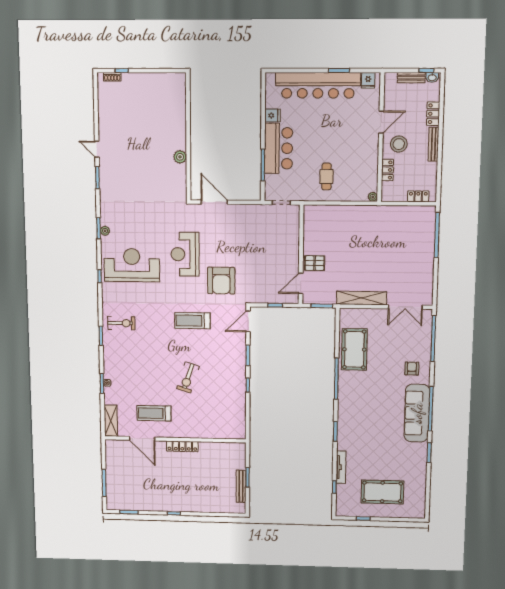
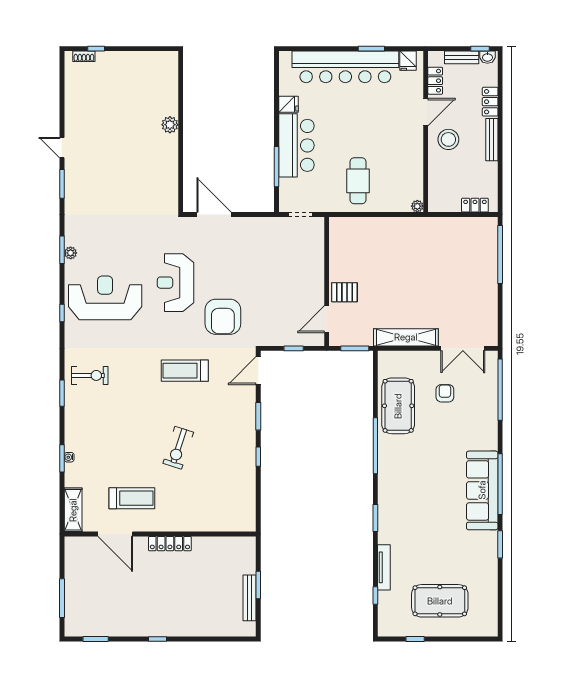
plant: (180, 157) -> (170, 125), moved
locker: (387, 170) -> (435, 81), moved
cafe table: (326, 177) -> (358, 181), width x1.37, depth x1.35
armchair: (412, 369) -> (445, 393), moved
treadmill: (154, 413) -> (132, 498), turned 180

